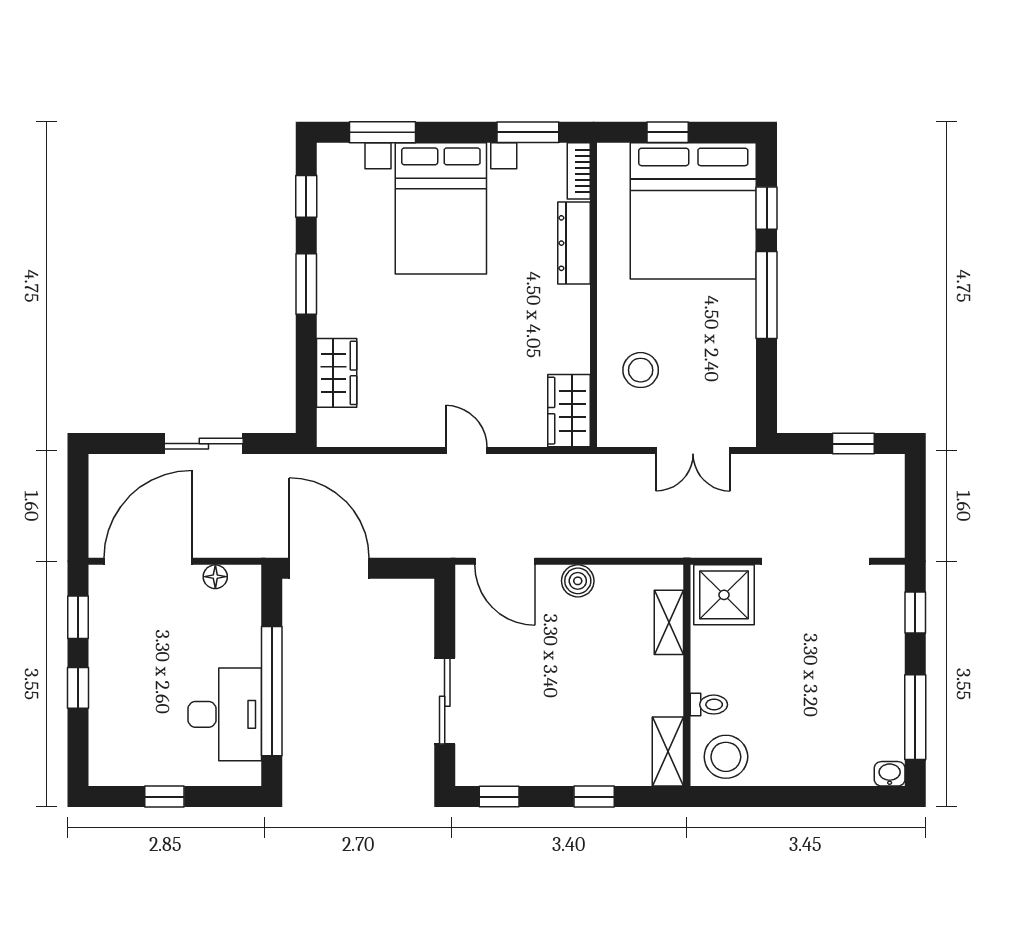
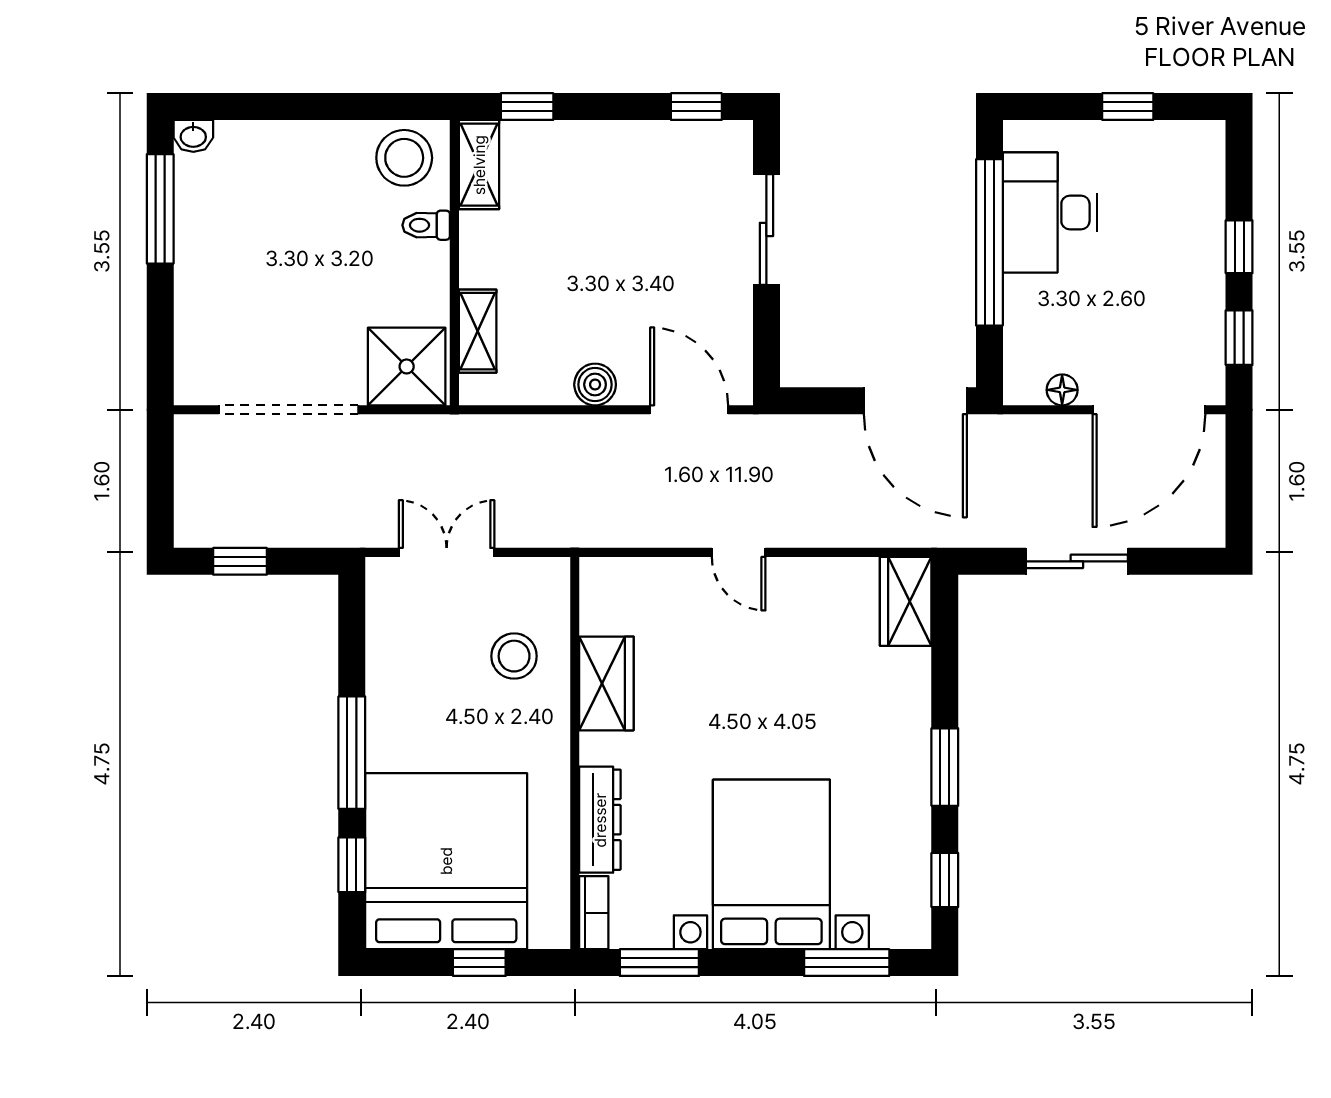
wardrobe: (337, 373) -> (906, 601), moved
wardrobe: (569, 411) -> (606, 683), moved
window: (915, 612) -> (160, 344), removed
window: (594, 797) -> (527, 107), moved

